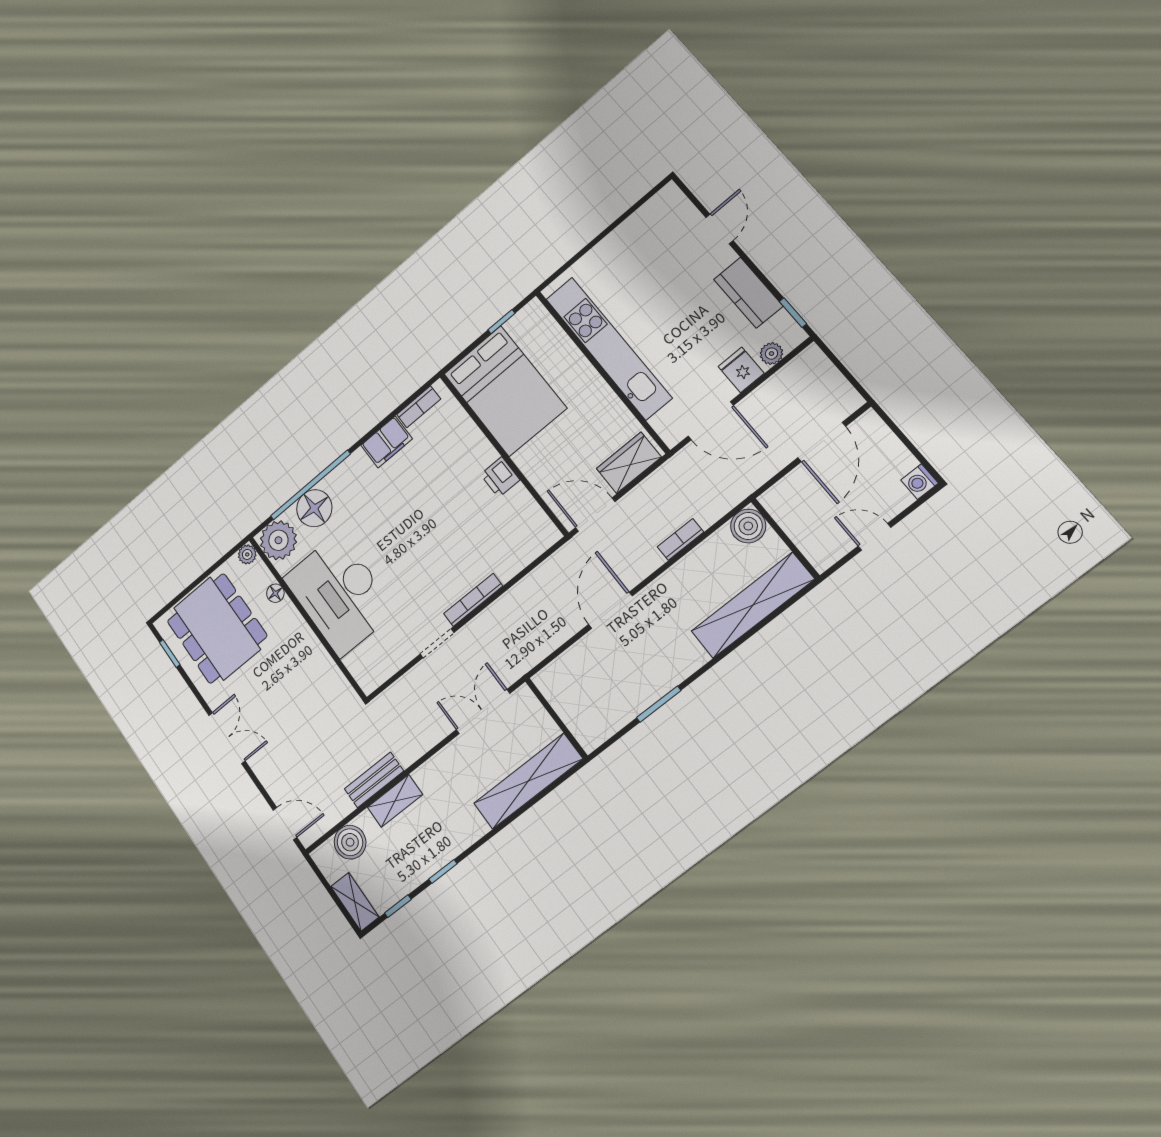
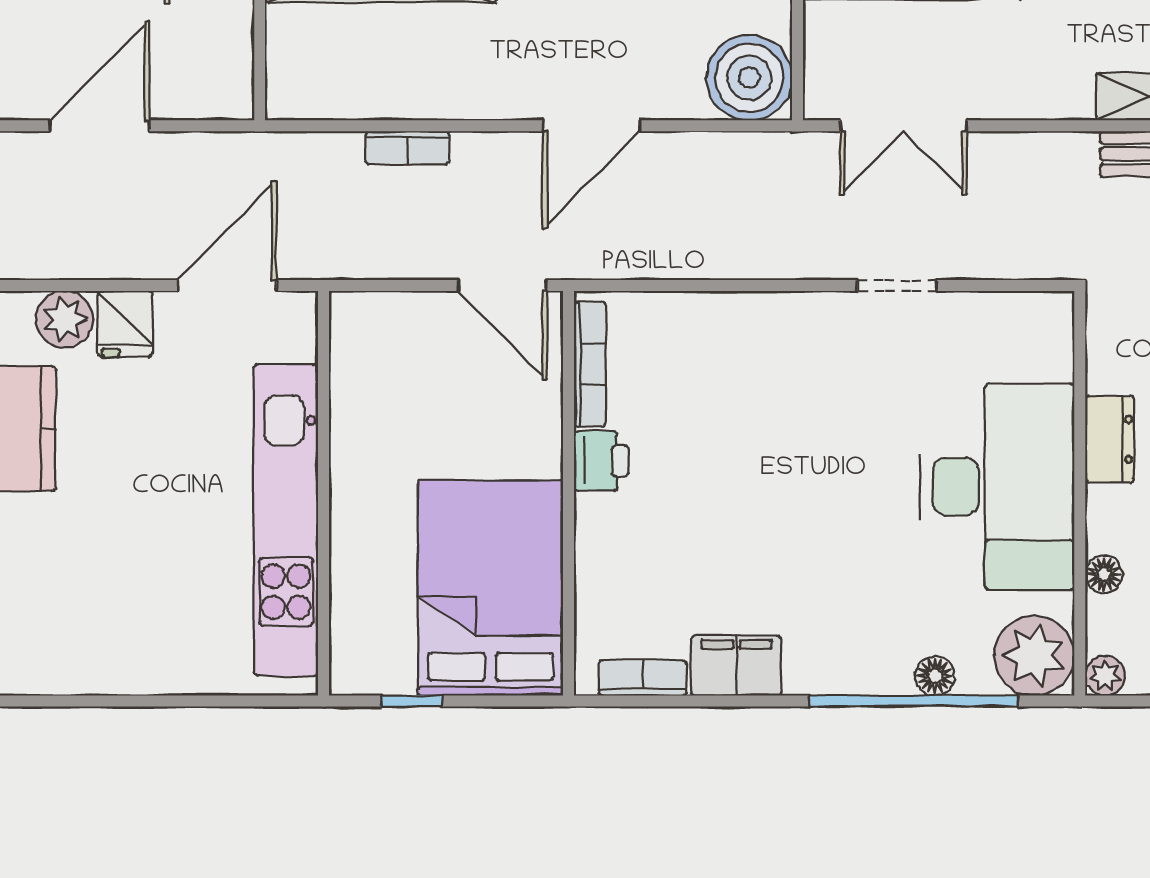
plant: (771, 354) -> (65, 319), width x1.38, depth x1.38
door: (711, 421) -> (227, 286), hinge flipped
wardrobe: (629, 463) -> (393, 322), removed
floor lamp: (314, 508) -> (935, 676), width x0.53, depth x0.53
boiler: (748, 526) -> (749, 78), moved, width x1.37, depth x1.37
bookcase: (473, 600) -> (590, 364), moved, turned -90
dresser: (311, 648) -> (1110, 439), added

